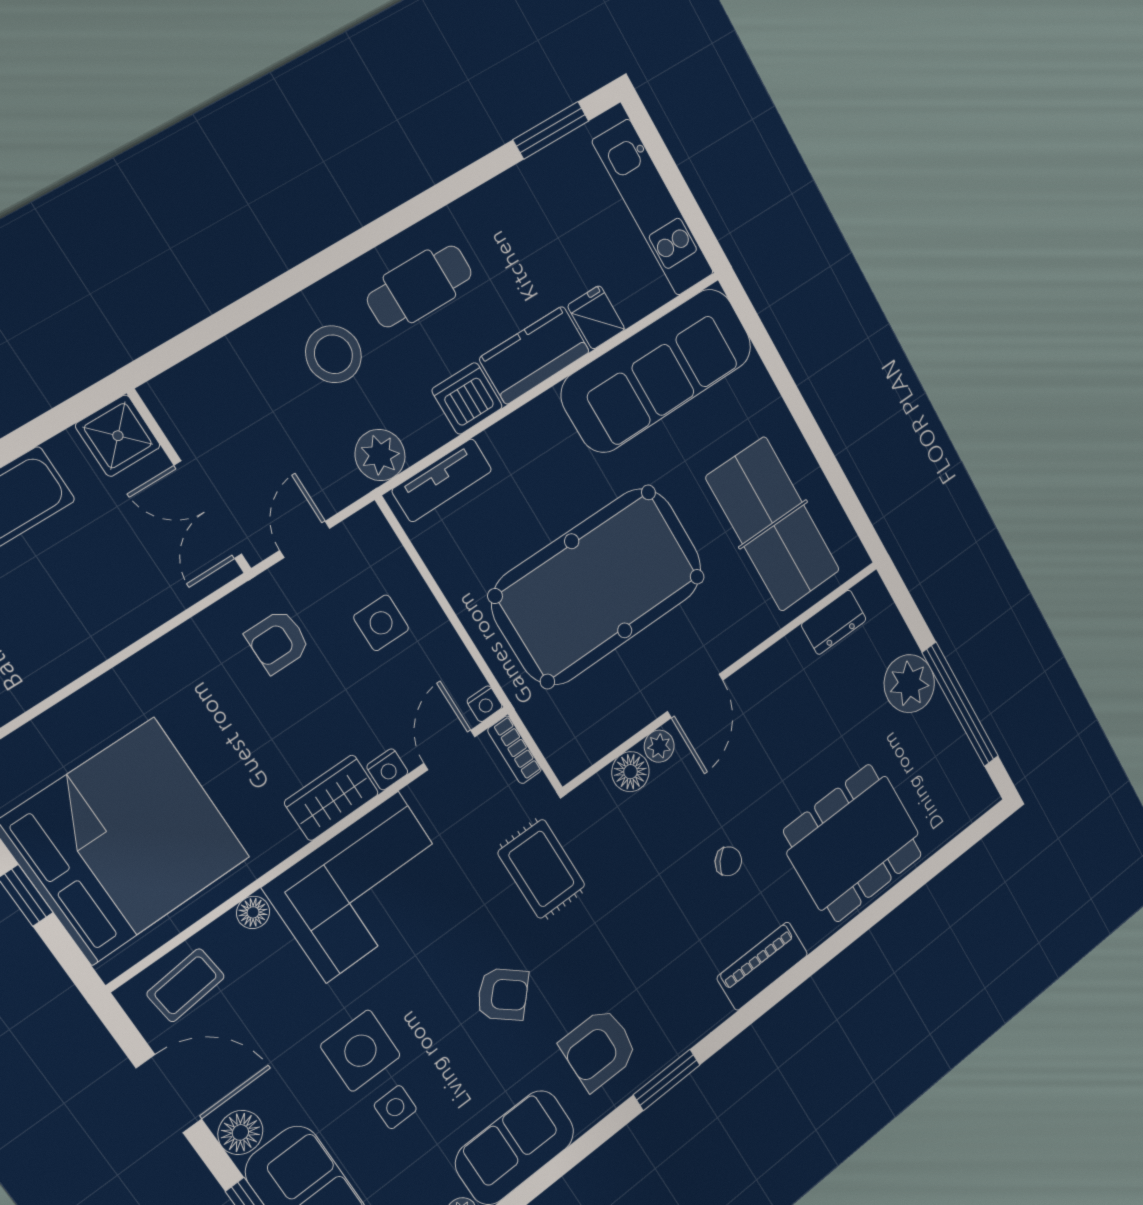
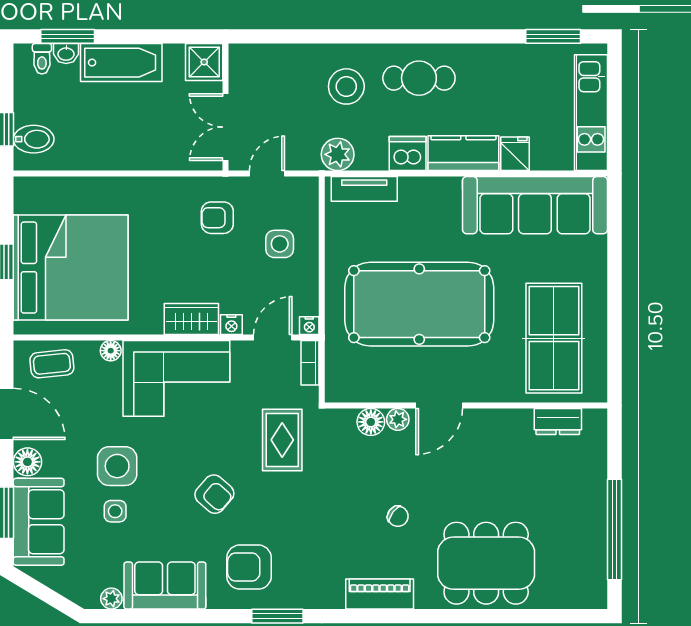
plant: (909, 684) -> (586, 492), removed

